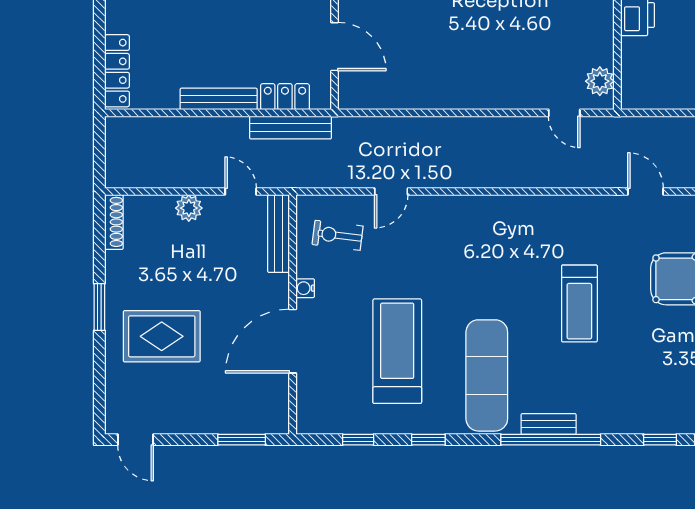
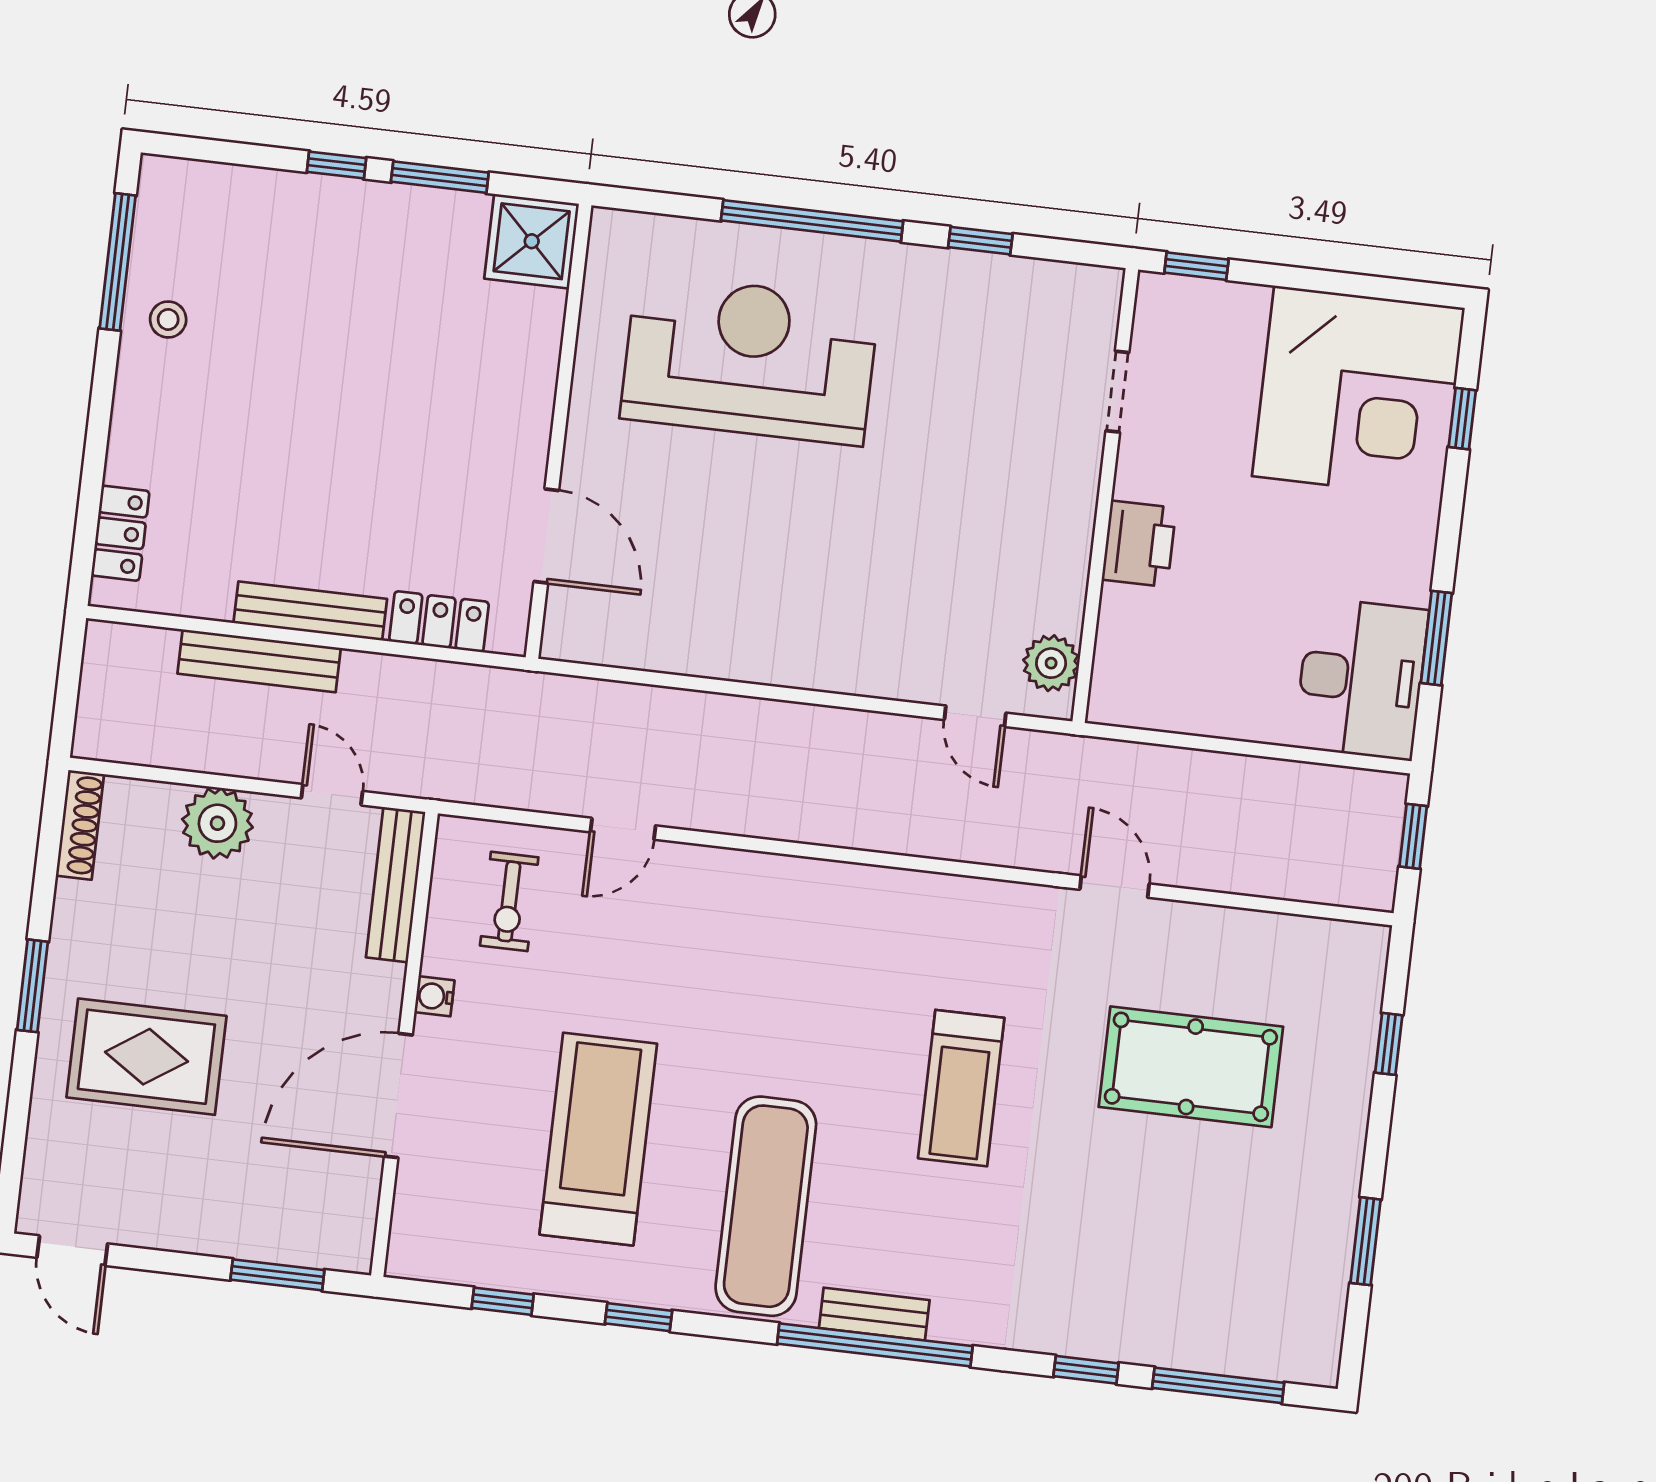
locker: (117, 71) -> (120, 533), width x0.66
bench: (291, 127) -> (259, 661), moved
plant: (189, 208) -> (217, 823), width x1.36, depth x1.36
exercise bike: (338, 235) -> (509, 901), turned -97

